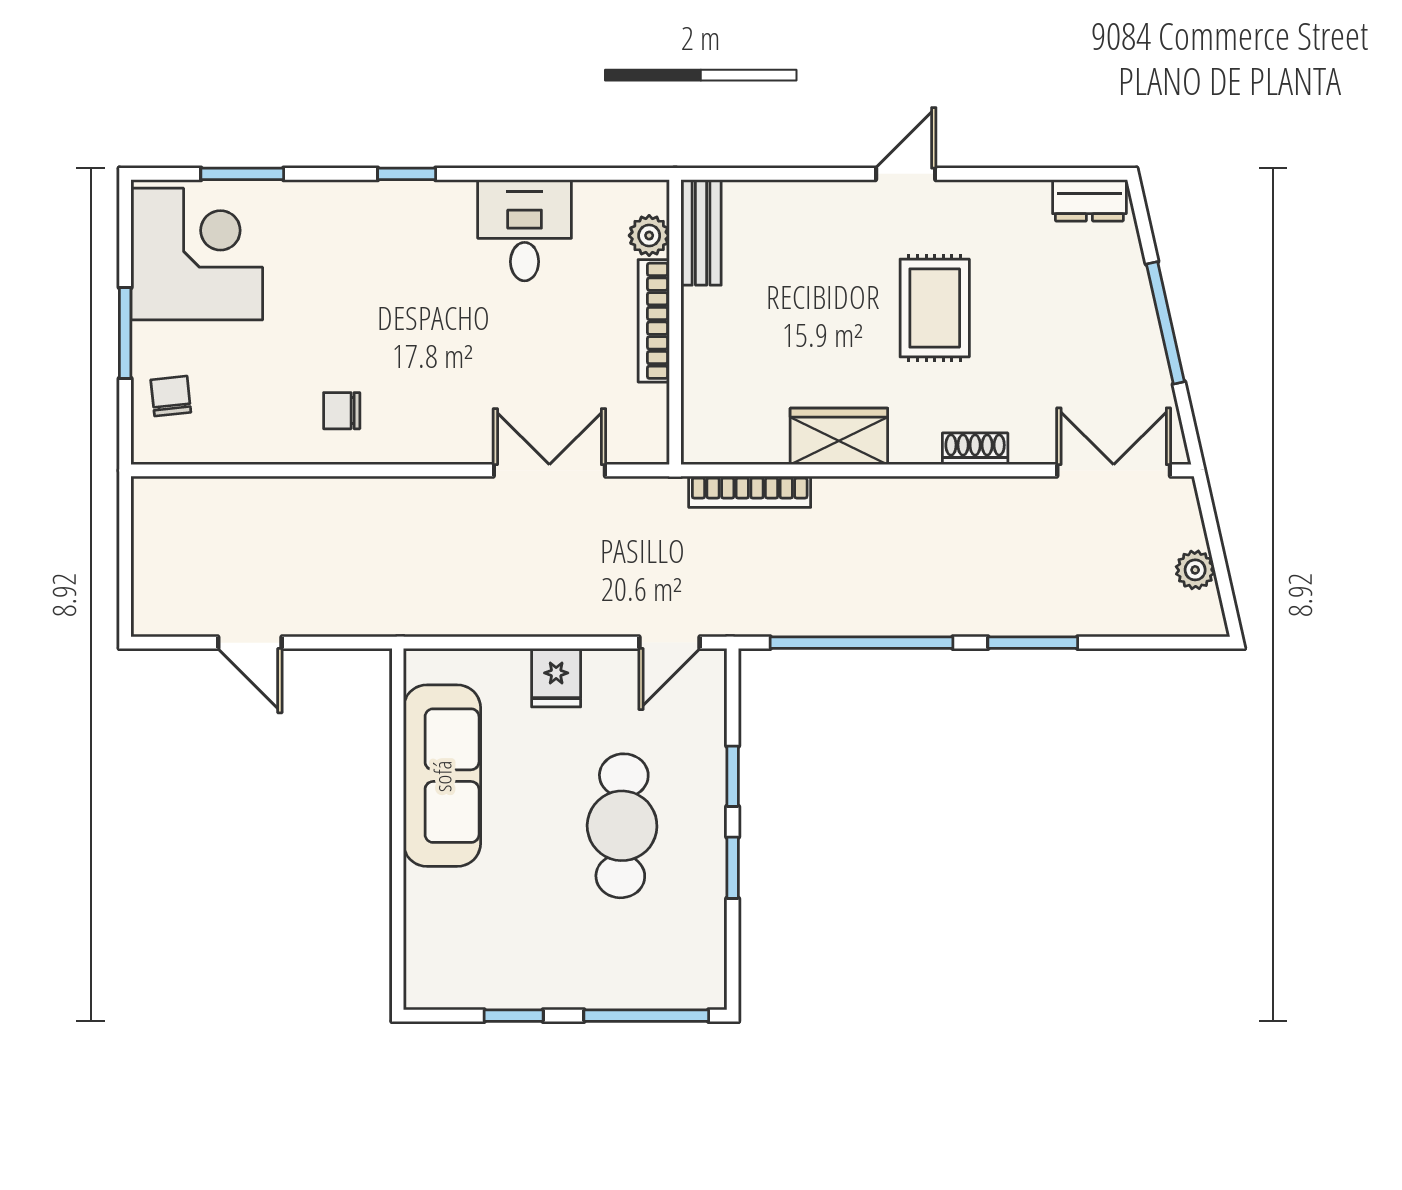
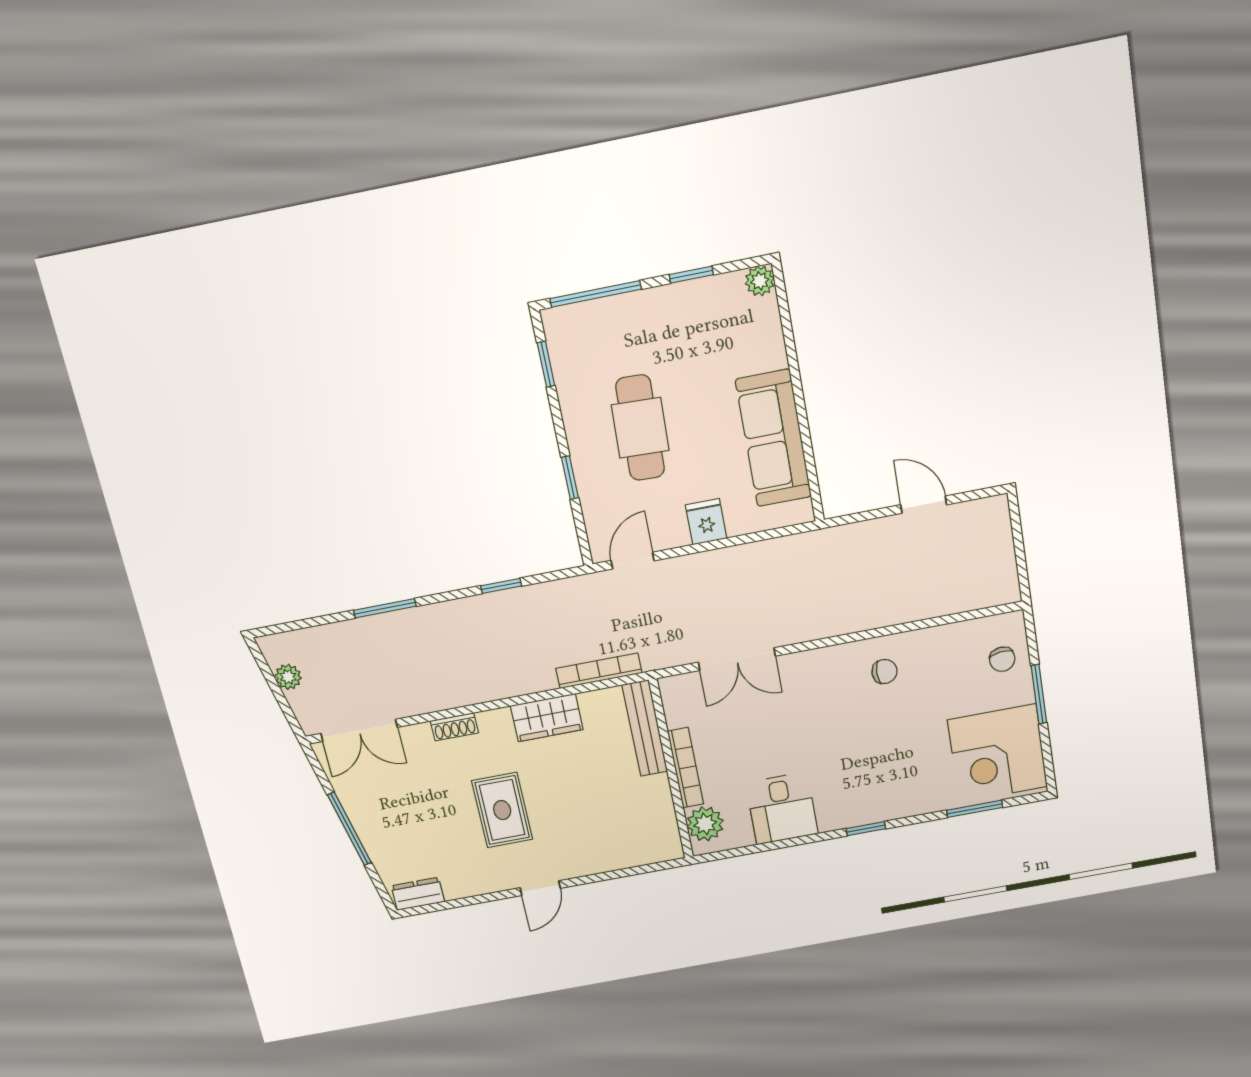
bench: (701, 232) -> (645, 728), moved, width x1.36
plant: (649, 236) -> (705, 824), width x1.38, depth x1.38
window: (862, 643) -> (501, 586), width x0.32
window: (733, 868) -> (546, 364), moved
plant: (424, 990) -> (760, 281), added

